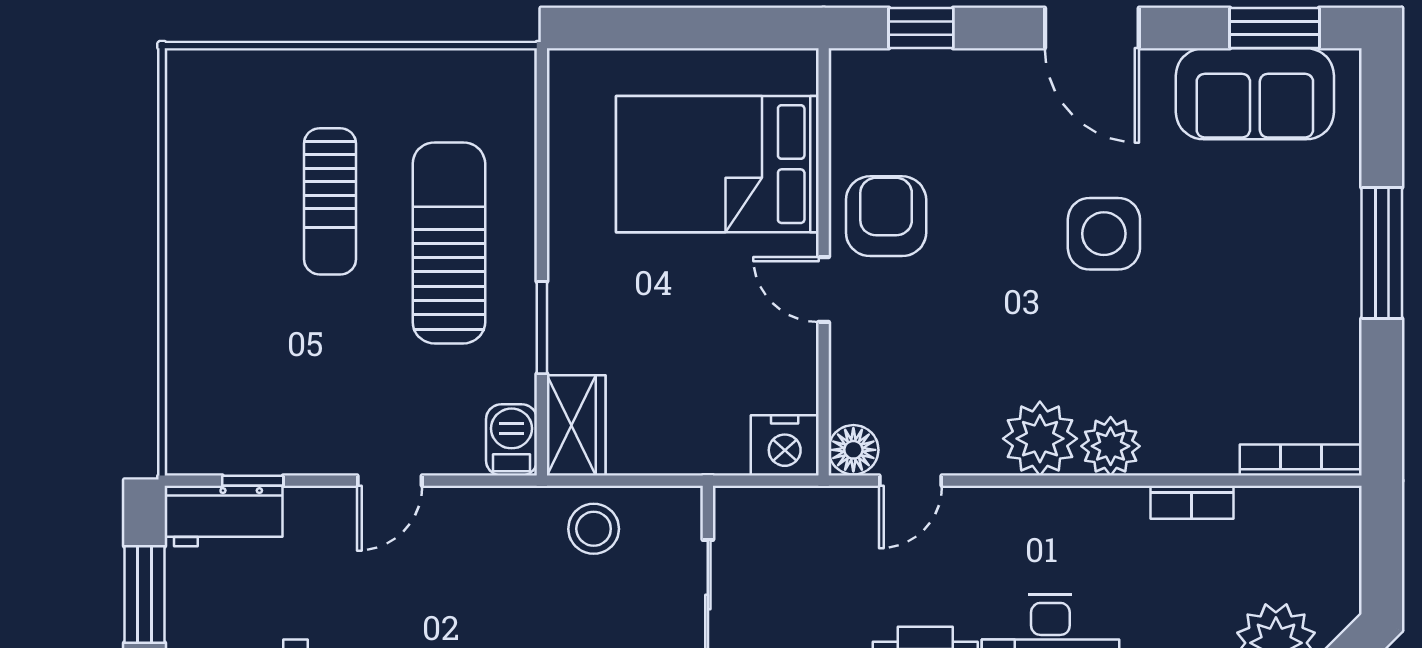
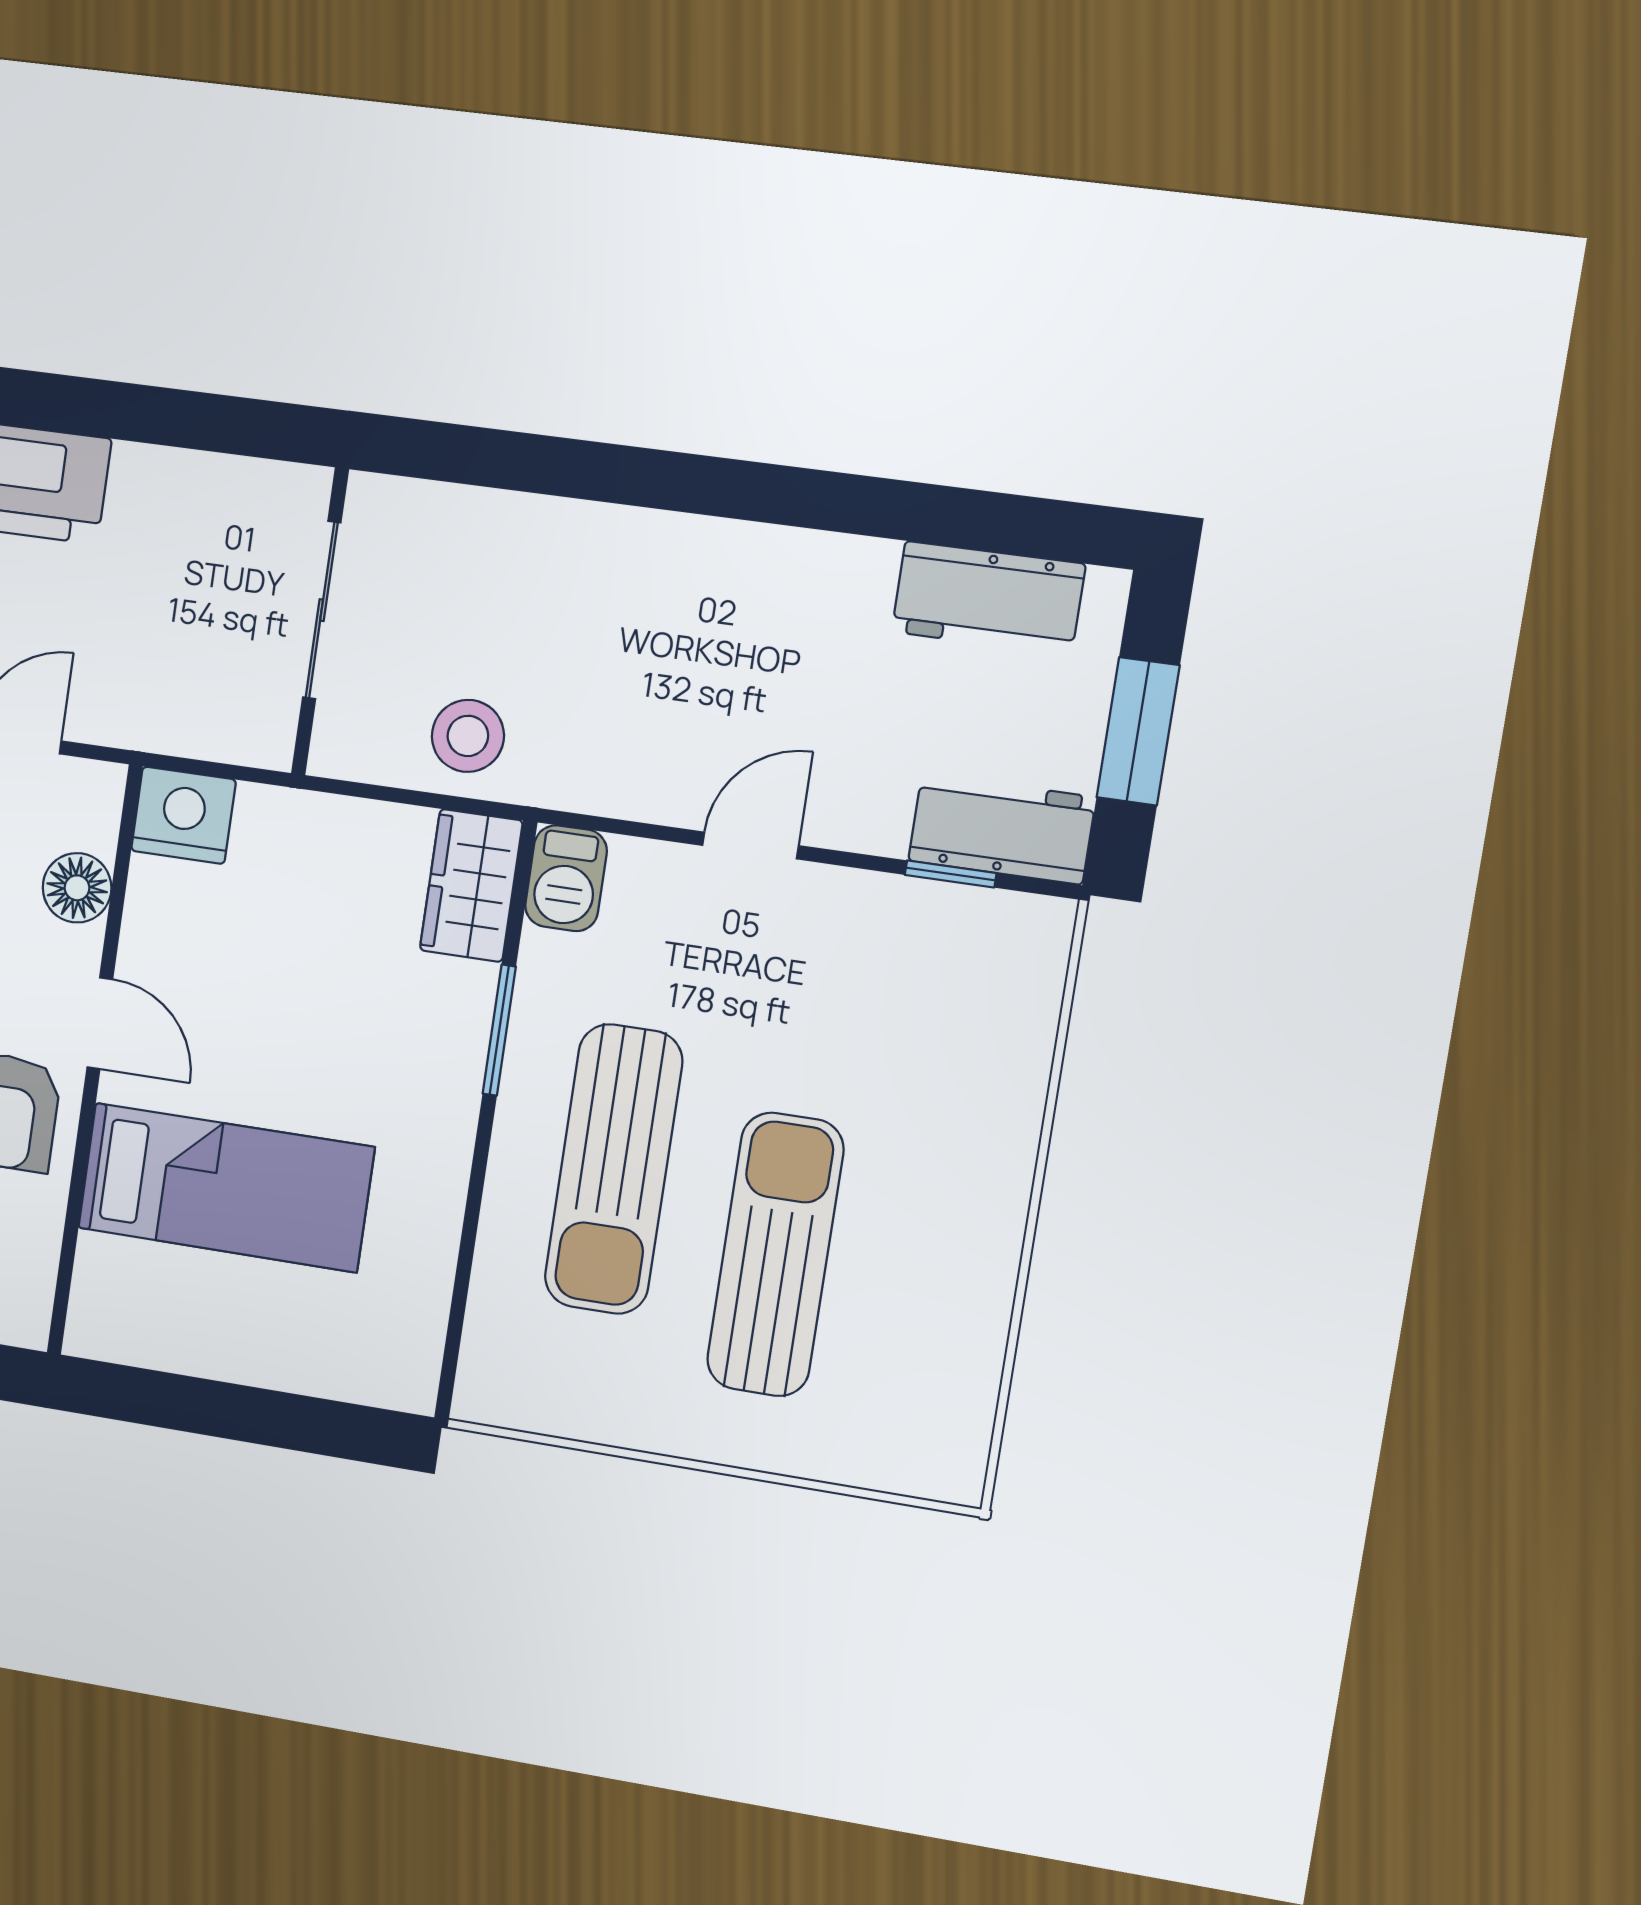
bed: (717, 164) -> (226, 1188), width x0.67
sun lounger: (330, 201) -> (775, 1255), width x1.36, depth x1.34
floor lamp: (853, 450) -> (77, 888), moved

